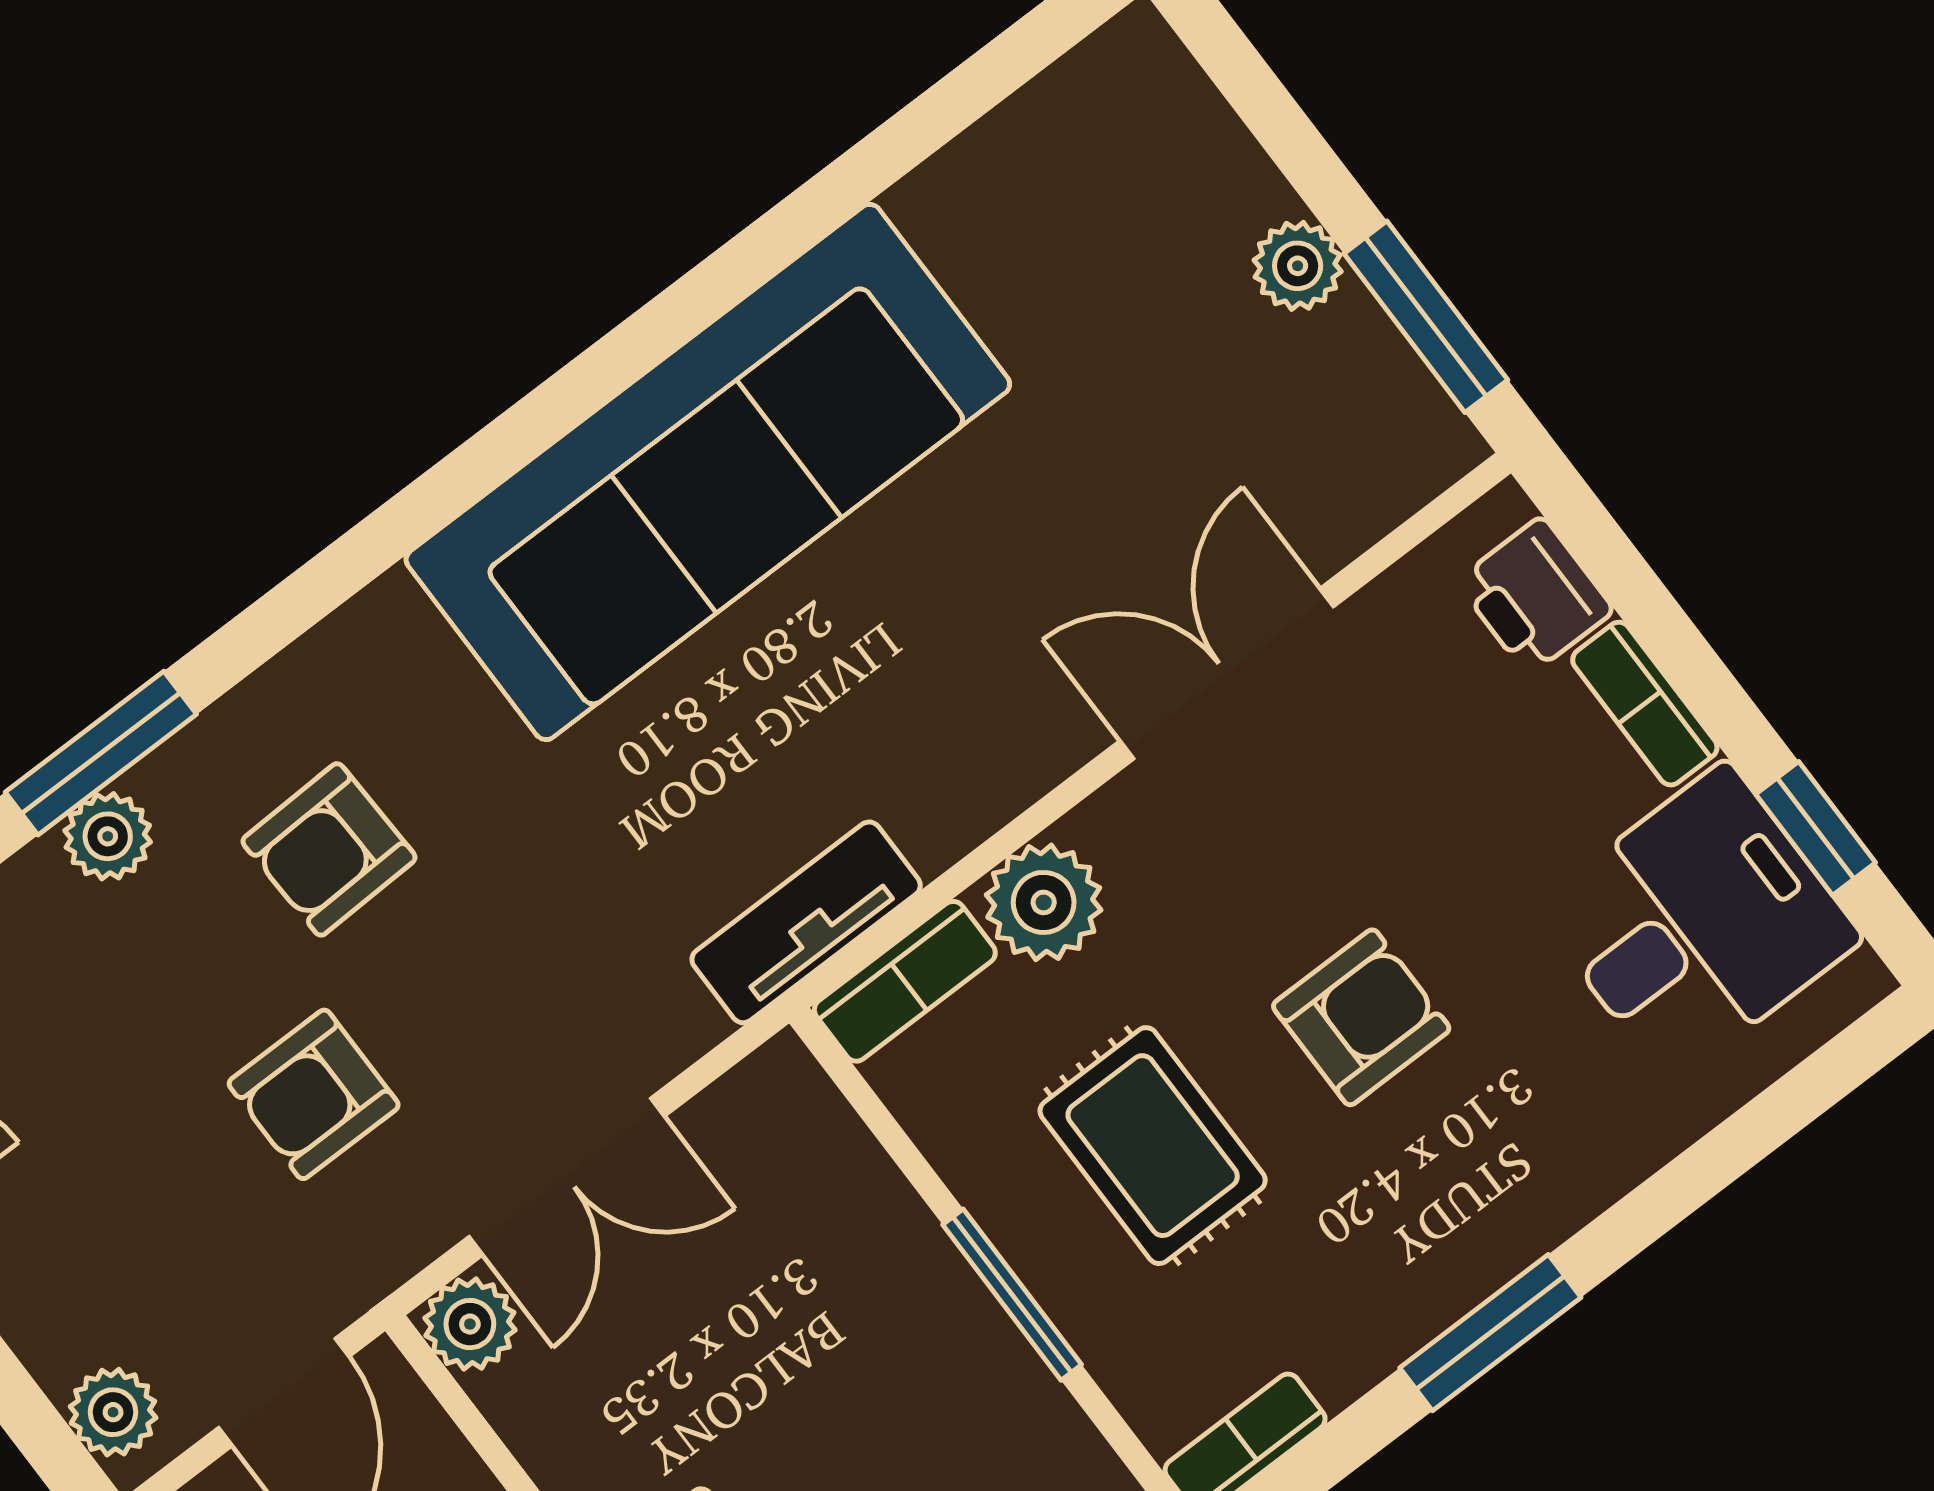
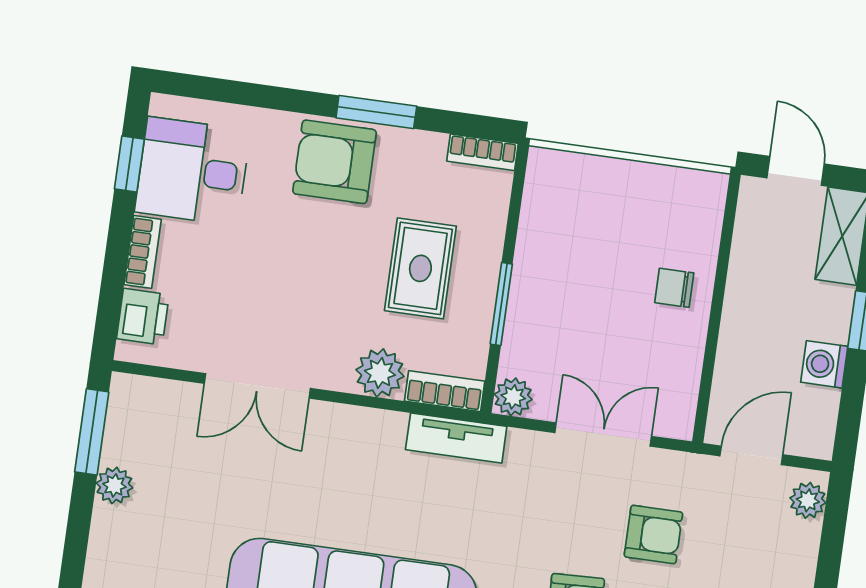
armchair: (1361, 1017) -> (335, 162), moved, width x1.38, depth x1.38
window: (1012, 1295) -> (501, 304), moved
plant: (470, 1324) -> (513, 397), moved

